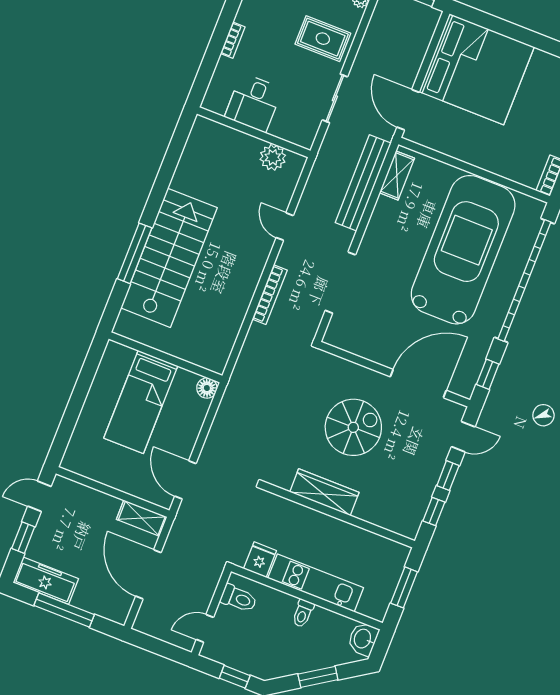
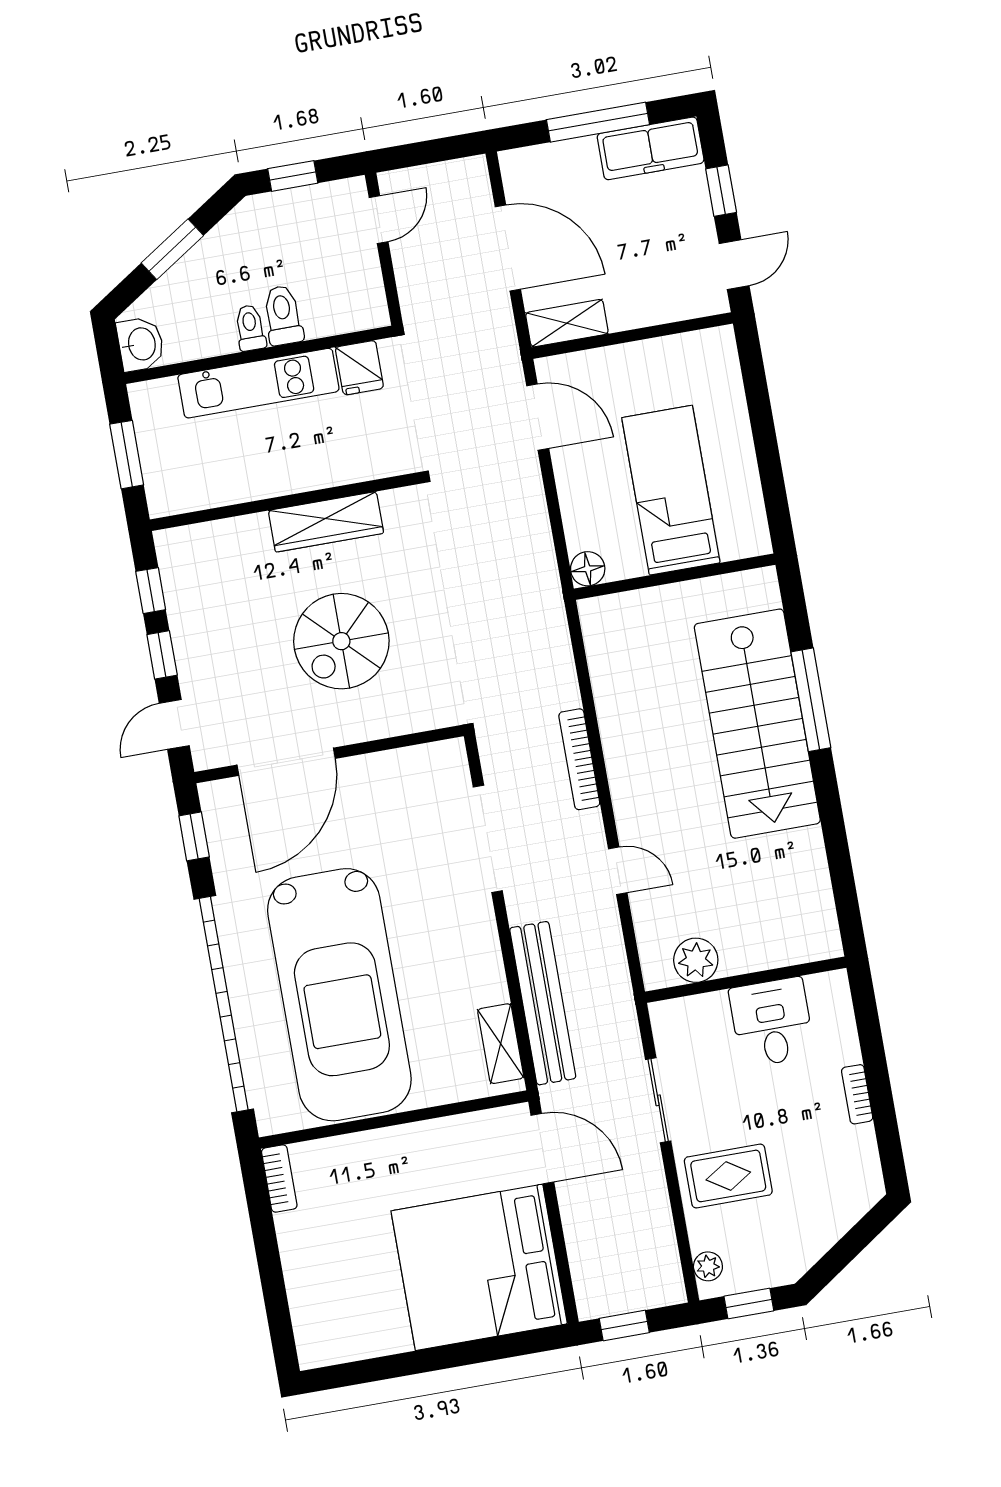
toilet: (239, 598) -> (283, 315), moved, turned 90

